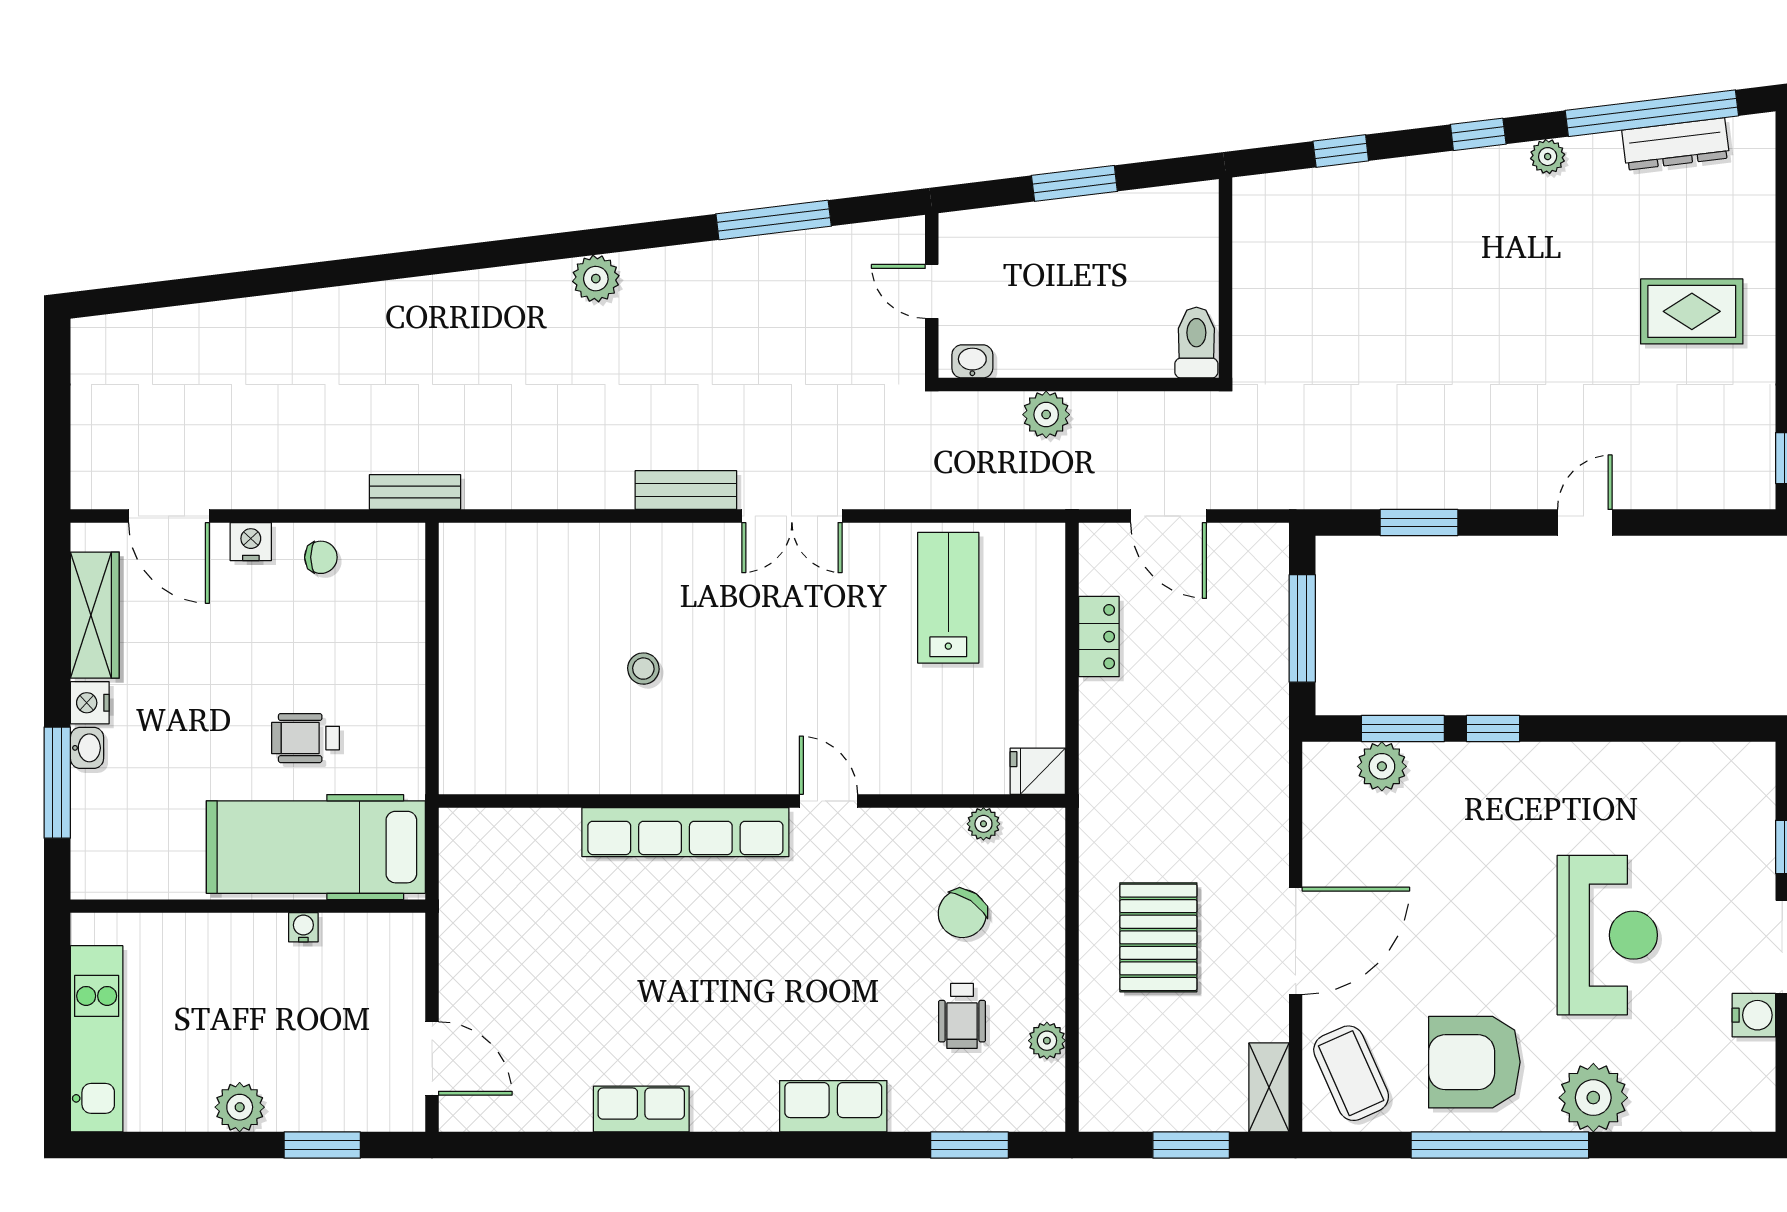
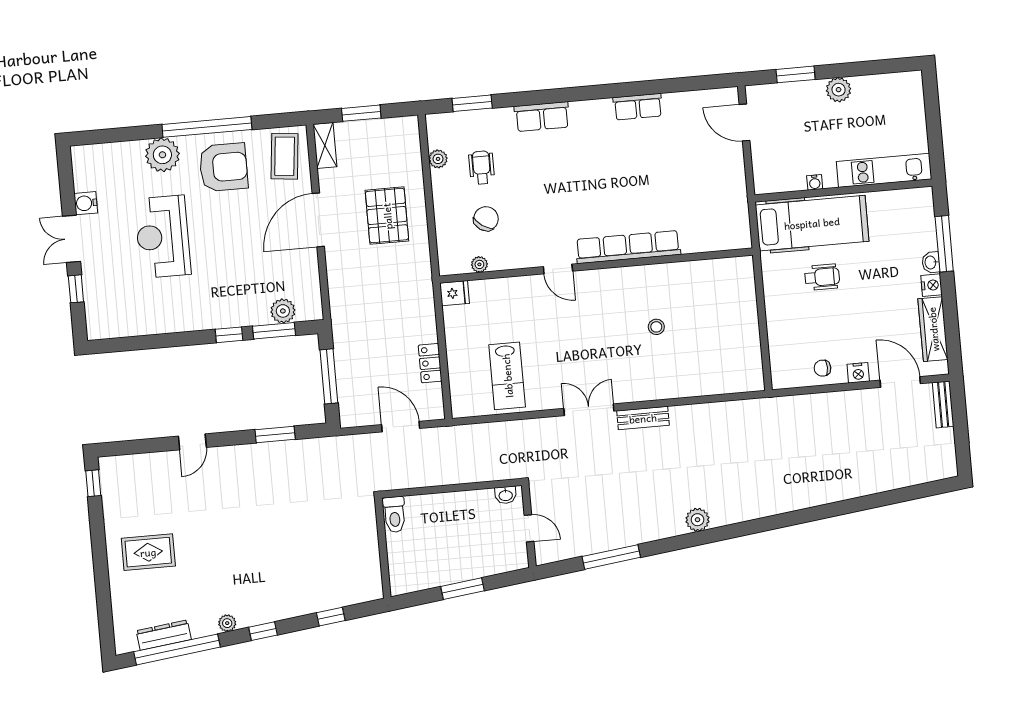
plant: (1046, 415) -> (466, 472), removed
bench: (415, 492) -> (943, 404), moved, turned 90
kitchen unit: (97, 1039) -> (884, 170), moved, turned 90
coffee table: (1351, 1073) -> (285, 156), turned 30

